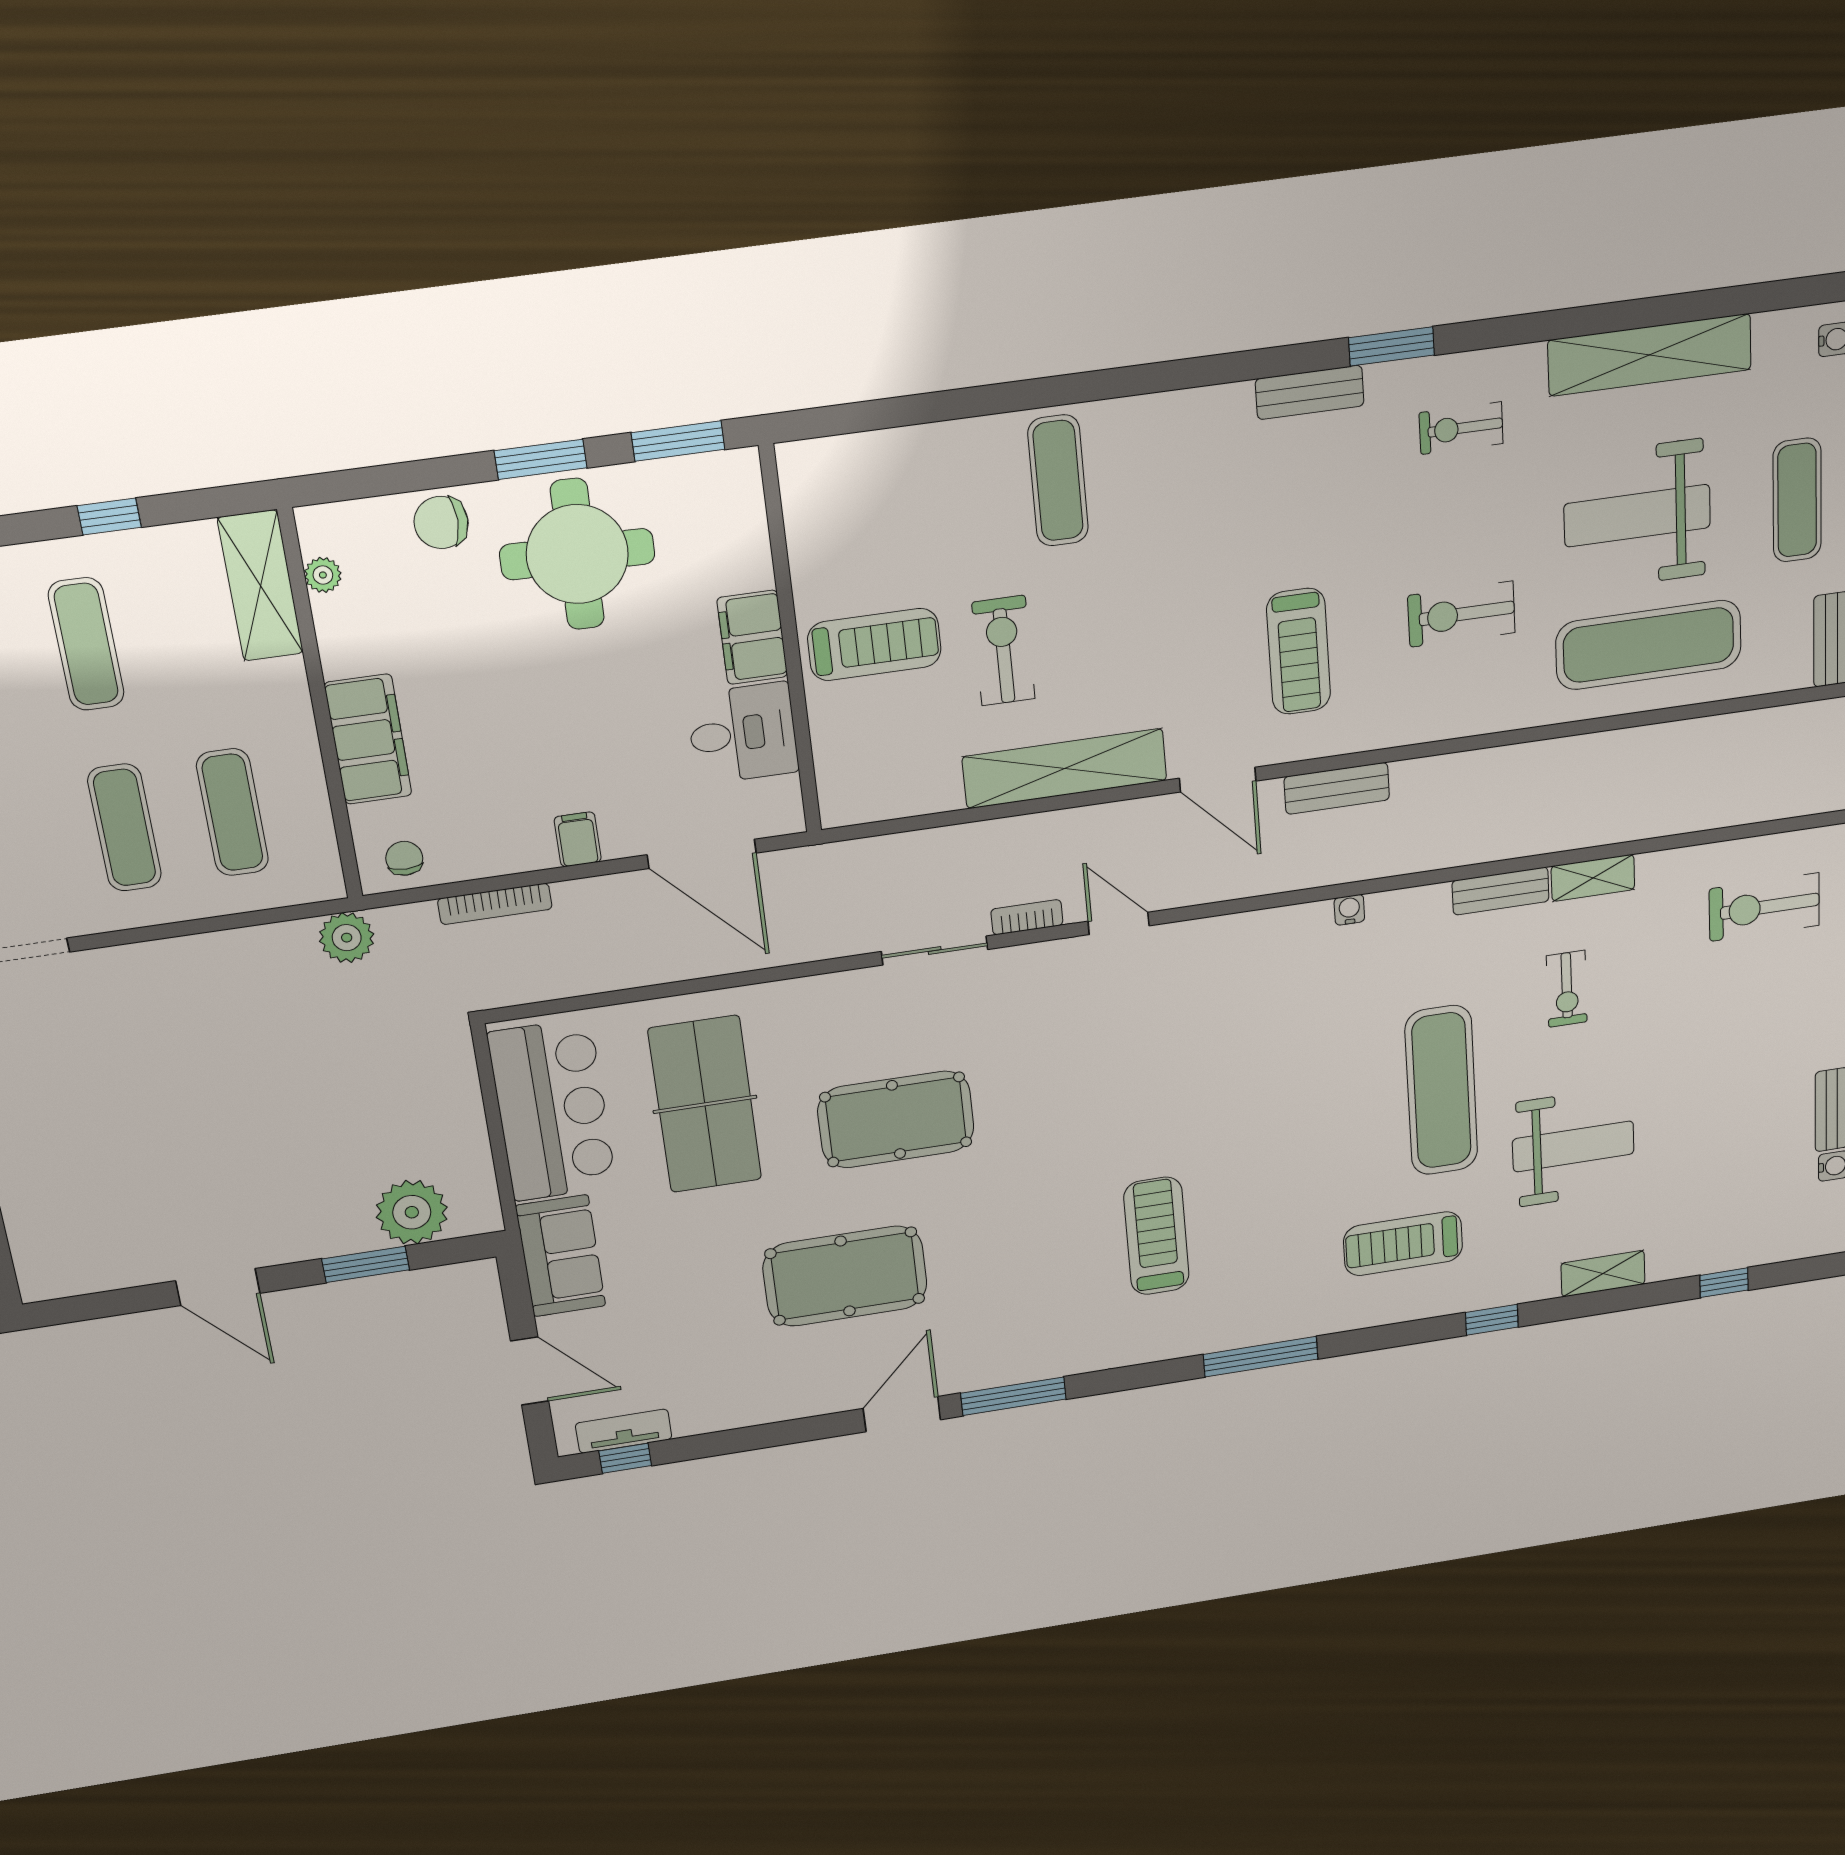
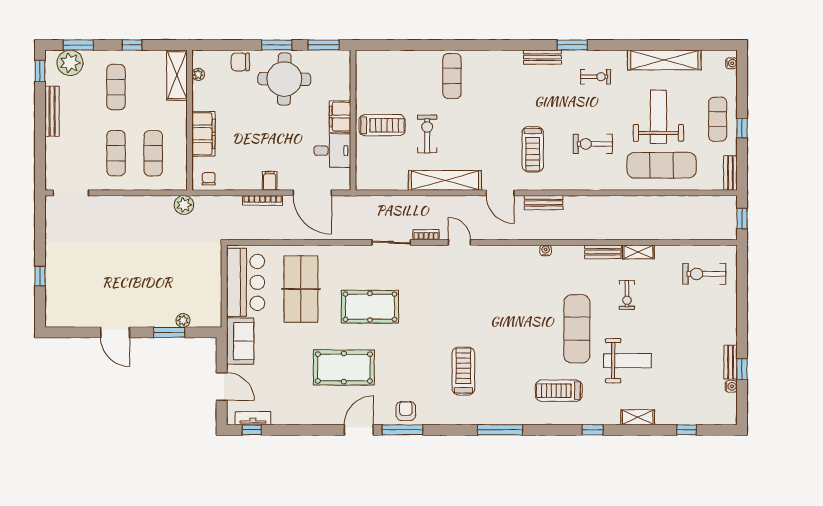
exercise bike: (1461, 428) -> (596, 77), turned 180
weight bench: (1637, 516) -> (658, 117), turned 90
bookcase: (495, 904) -> (262, 200), moved
plant: (412, 1212) -> (183, 320), width x0.53, depth x0.53
armchair: (1017, 1352) -> (406, 411), added

